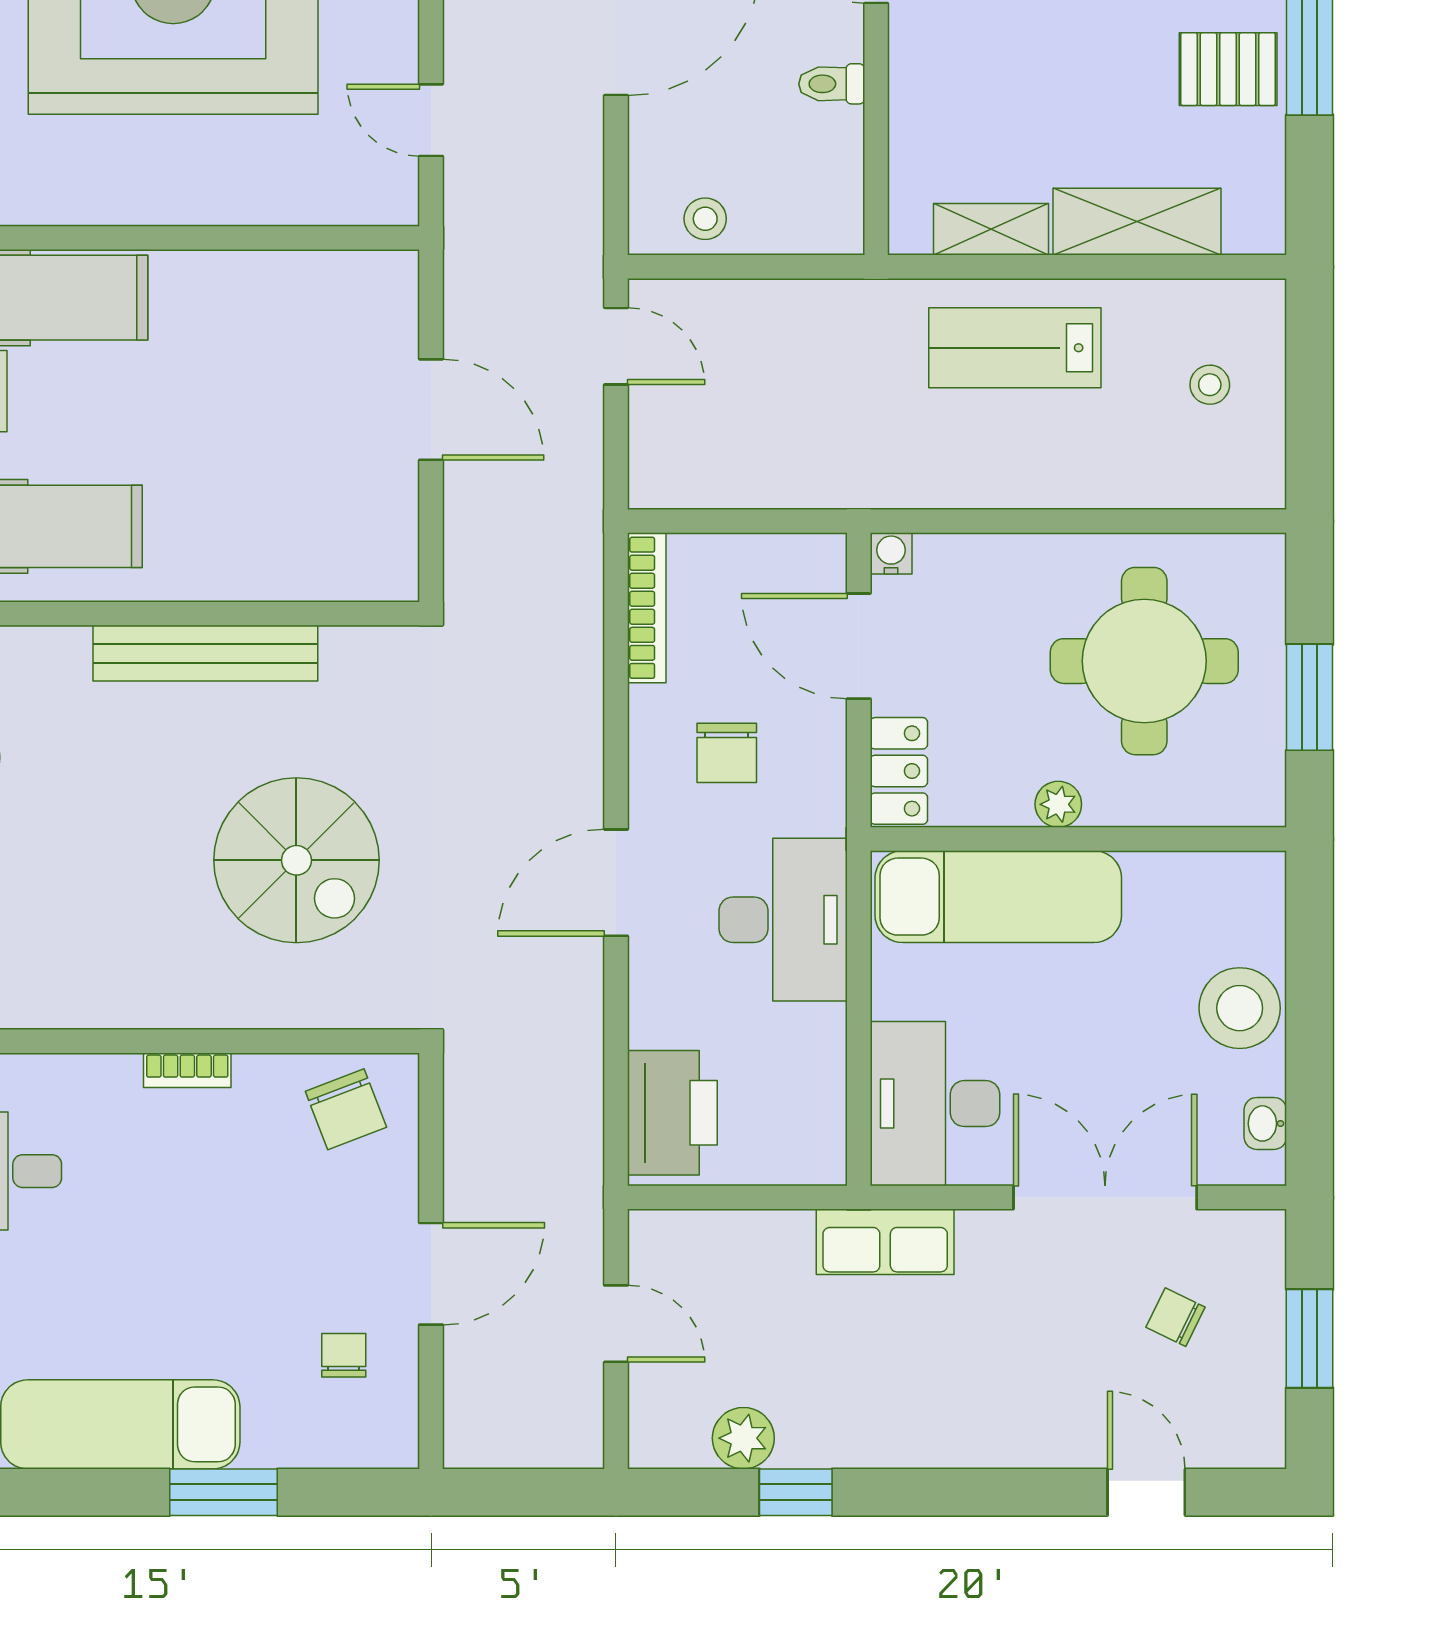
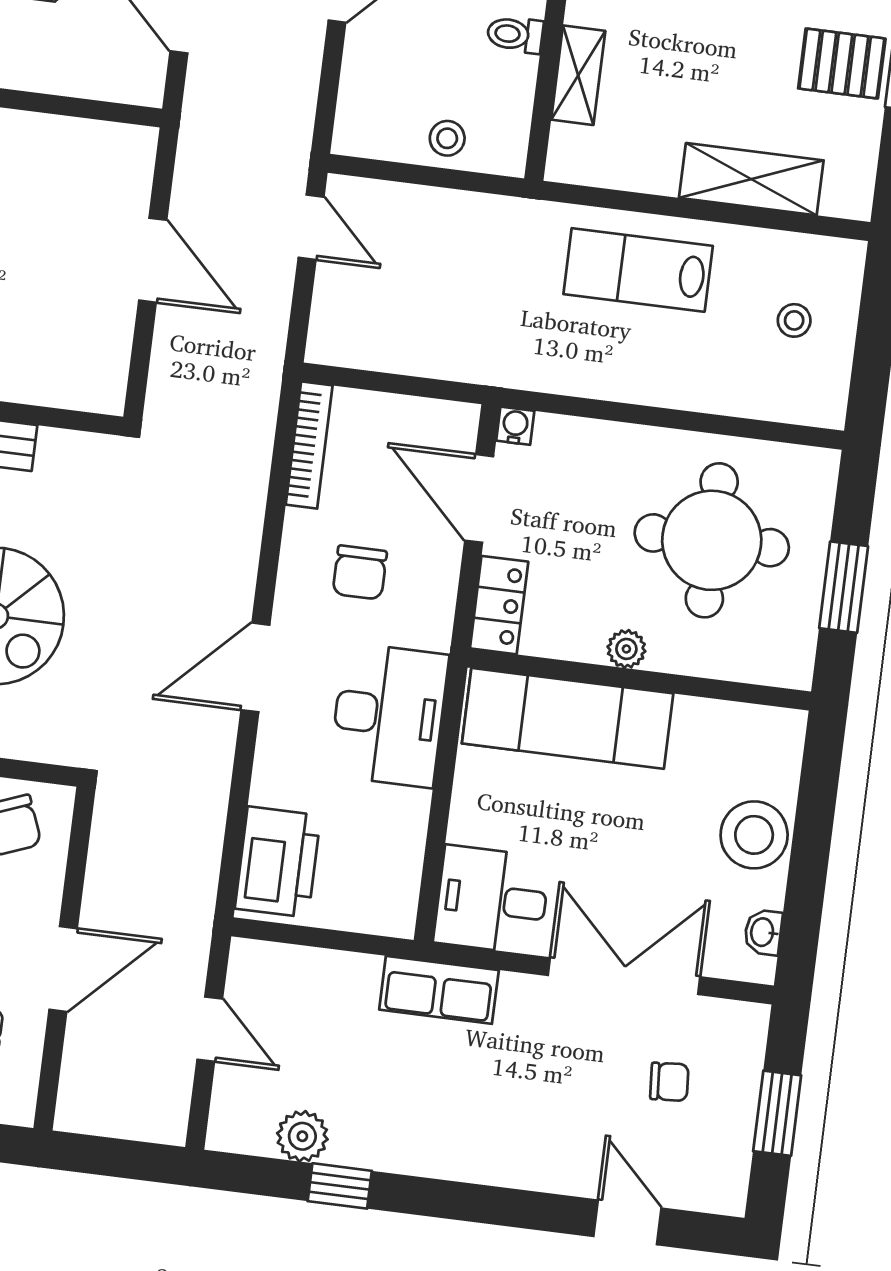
stool: (705, 219) -> (447, 138), moved
shelving: (991, 229) -> (578, 75), moved, turned 90
desk: (935, 1104) -> (492, 900), width x0.73
chair: (1175, 1317) -> (669, 1082), turned 150

